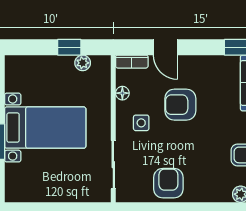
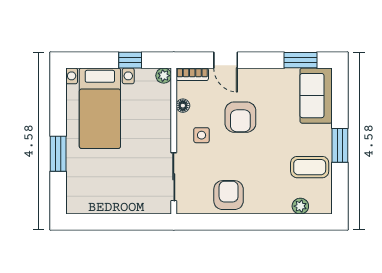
plant: (83, 63) -> (164, 76), moved
armchair: (180, 105) -> (240, 117), turned -90
bed with nightstands: (45, 128) -> (100, 108), moved, turned 90

